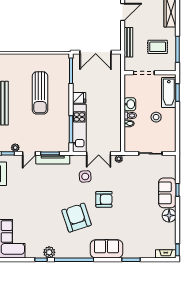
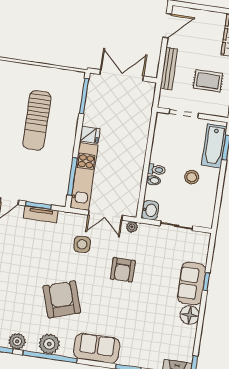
double door: (96, 52) -> (122, 75), swing flipped
washbasin: (130, 104) -> (150, 210), moved
tv unit: (53, 159) -> (41, 214), width x0.71
armchair: (104, 199) -> (123, 270), moved, turned 90
plant: (72, 251) -> (49, 344), added

